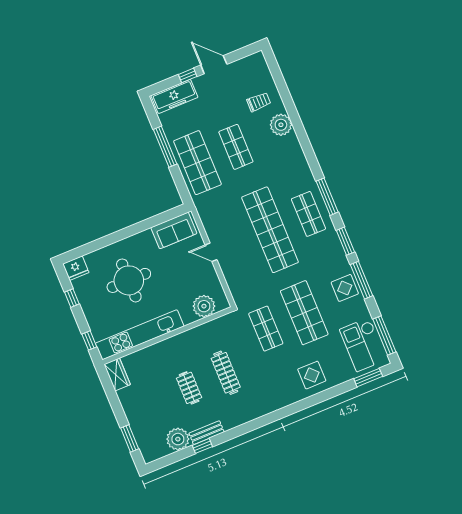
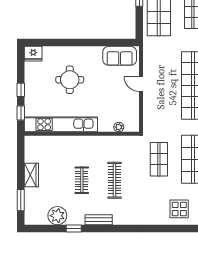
round table: (129, 280) -> (70, 80), width x0.73, depth x0.73
window: (72, 298) -> (21, 90), moved
plant: (204, 306) -> (119, 127), width x0.53, depth x0.53
wardrobe: (117, 374) -> (31, 175), moved
bench: (207, 433) -> (99, 220), moved

